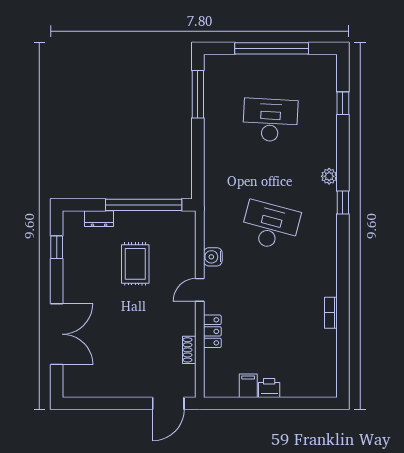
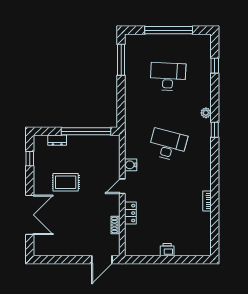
rug: (135, 264) -> (66, 182), moved, turned 90
filing cabinet: (248, 386) -> (154, 248), removed

